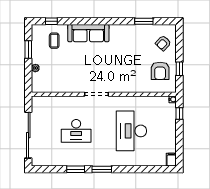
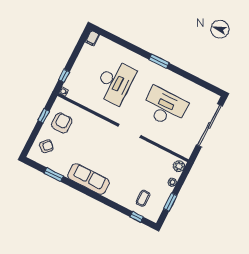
sofa: (88, 33) -> (89, 179), moved
plant: (37, 85) -> (179, 166), added
desk: (76, 131) -> (165, 107), width x1.36, depth x1.30
window: (76, 169) -> (183, 73), removed

